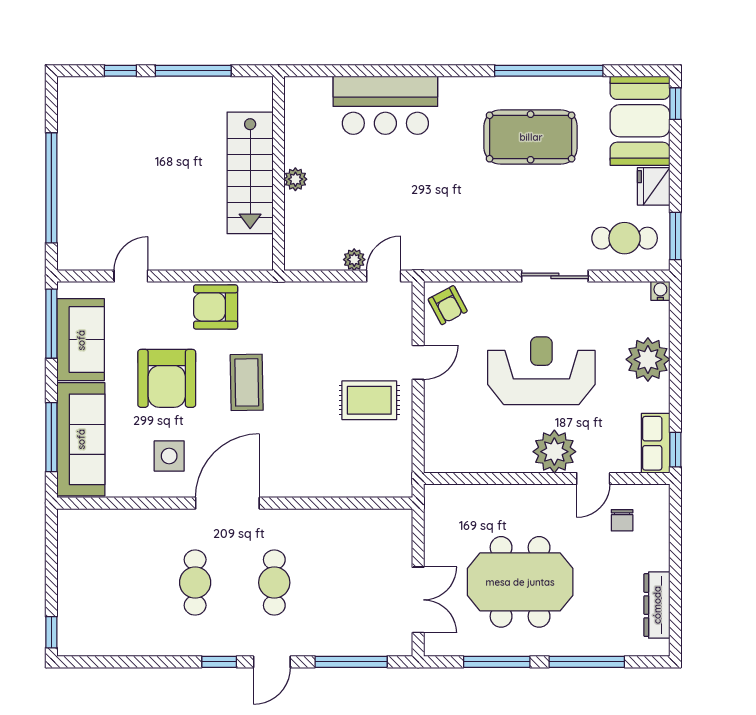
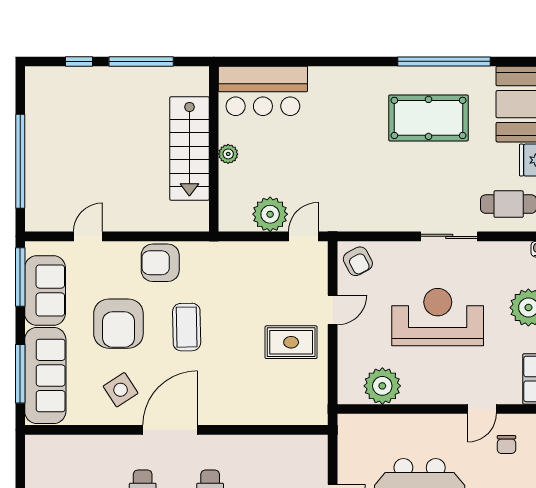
bar counter: (385, 105) -> (263, 91), moved
plant: (354, 260) -> (270, 214), width x1.87, depth x1.87
plant: (554, 452) -> (382, 386), moved
side table: (169, 456) -> (121, 390), turned -33

